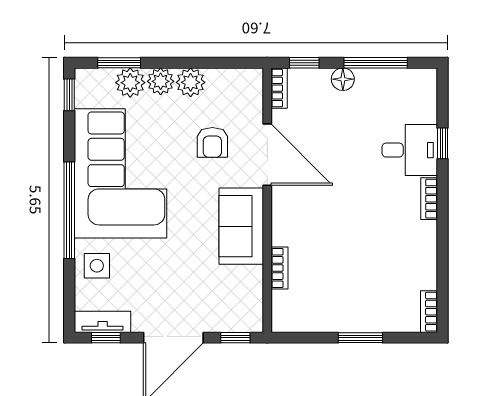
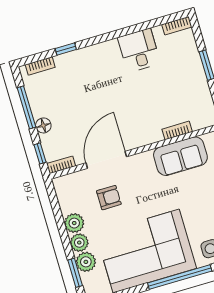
desk: (410, 150) -> (139, 50), moved
bookcase: (429, 199) -> (40, 66), moved
sofa: (241, 226) -> (180, 156), moved

